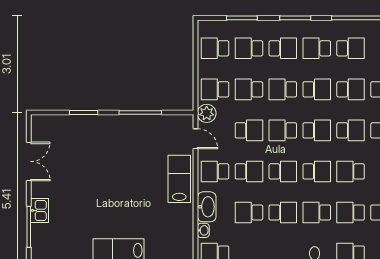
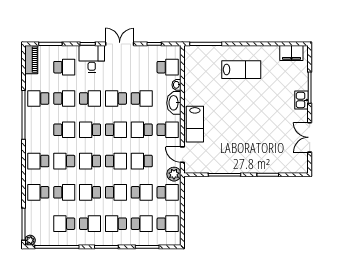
school desk: (351, 89) -> (64, 192), turned 180
school desk: (283, 171) -> (116, 130), turned 180

